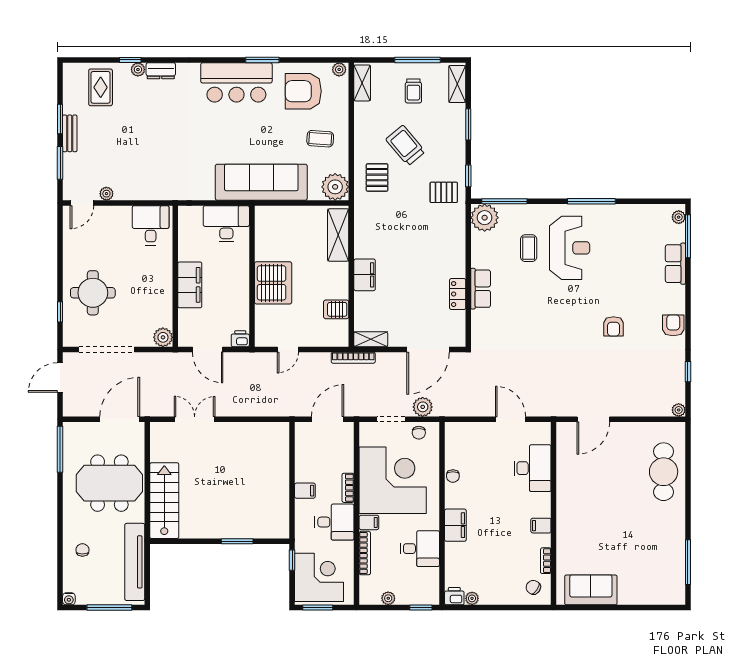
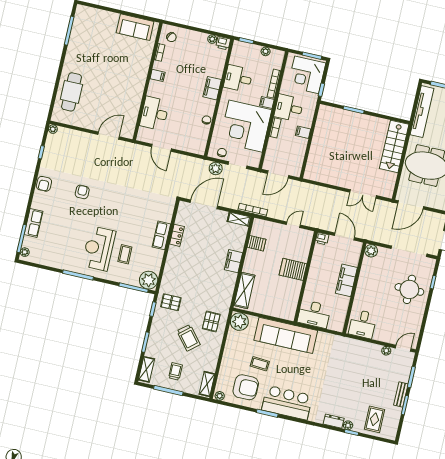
coffee table: (320, 139) -> (260, 364), moved
server rack: (273, 283) -> (293, 269), width x0.62

